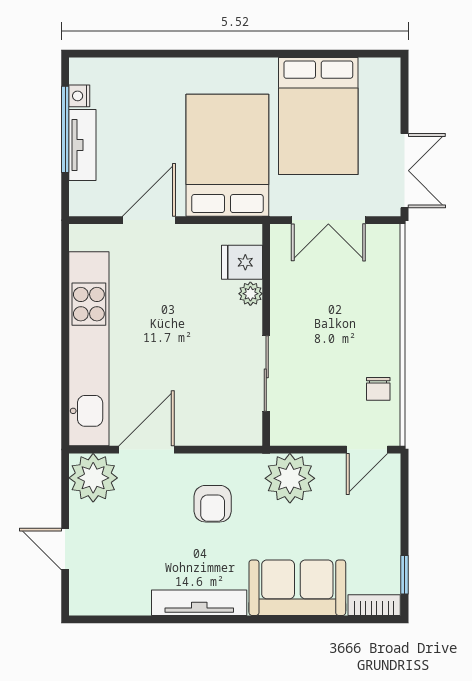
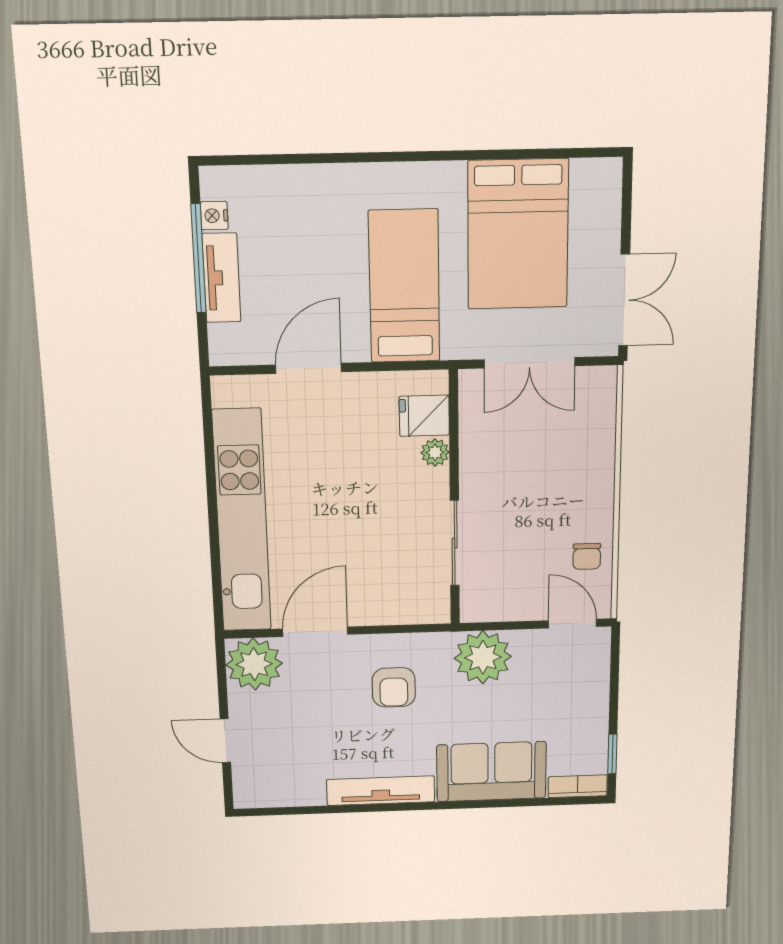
bed: (227, 155) -> (404, 286), width x0.67
door: (367, 450) -> (572, 624), swing flipped

